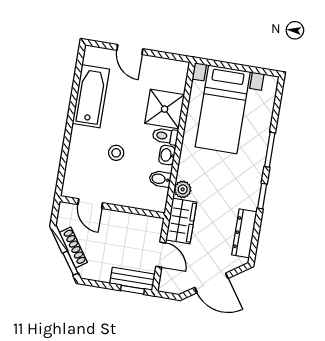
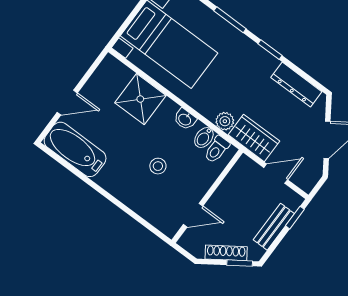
bathtub: (91, 96) -> (75, 149), moved
toilet: (165, 136) -> (217, 149), moved
bench: (132, 279) -> (274, 227), moved

